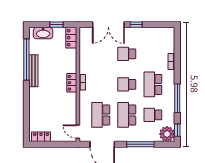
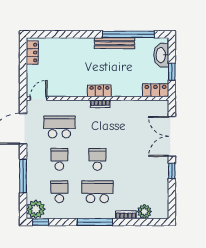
plant: (169, 47) -> (144, 212), added
school desk: (127, 54) -> (135, 159), removed
window: (177, 98) -> (95, 222), moved
school desk: (127, 115) -> (59, 159), width x0.54

